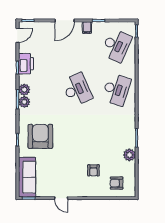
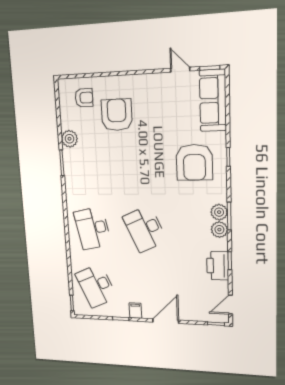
desk: (116, 45) -> (96, 286), turned -48
desk: (116, 90) -> (93, 228), turned -30
armchair: (93, 170) -> (117, 115), width x1.88, depth x1.88
door: (61, 198) -> (180, 70), moved

